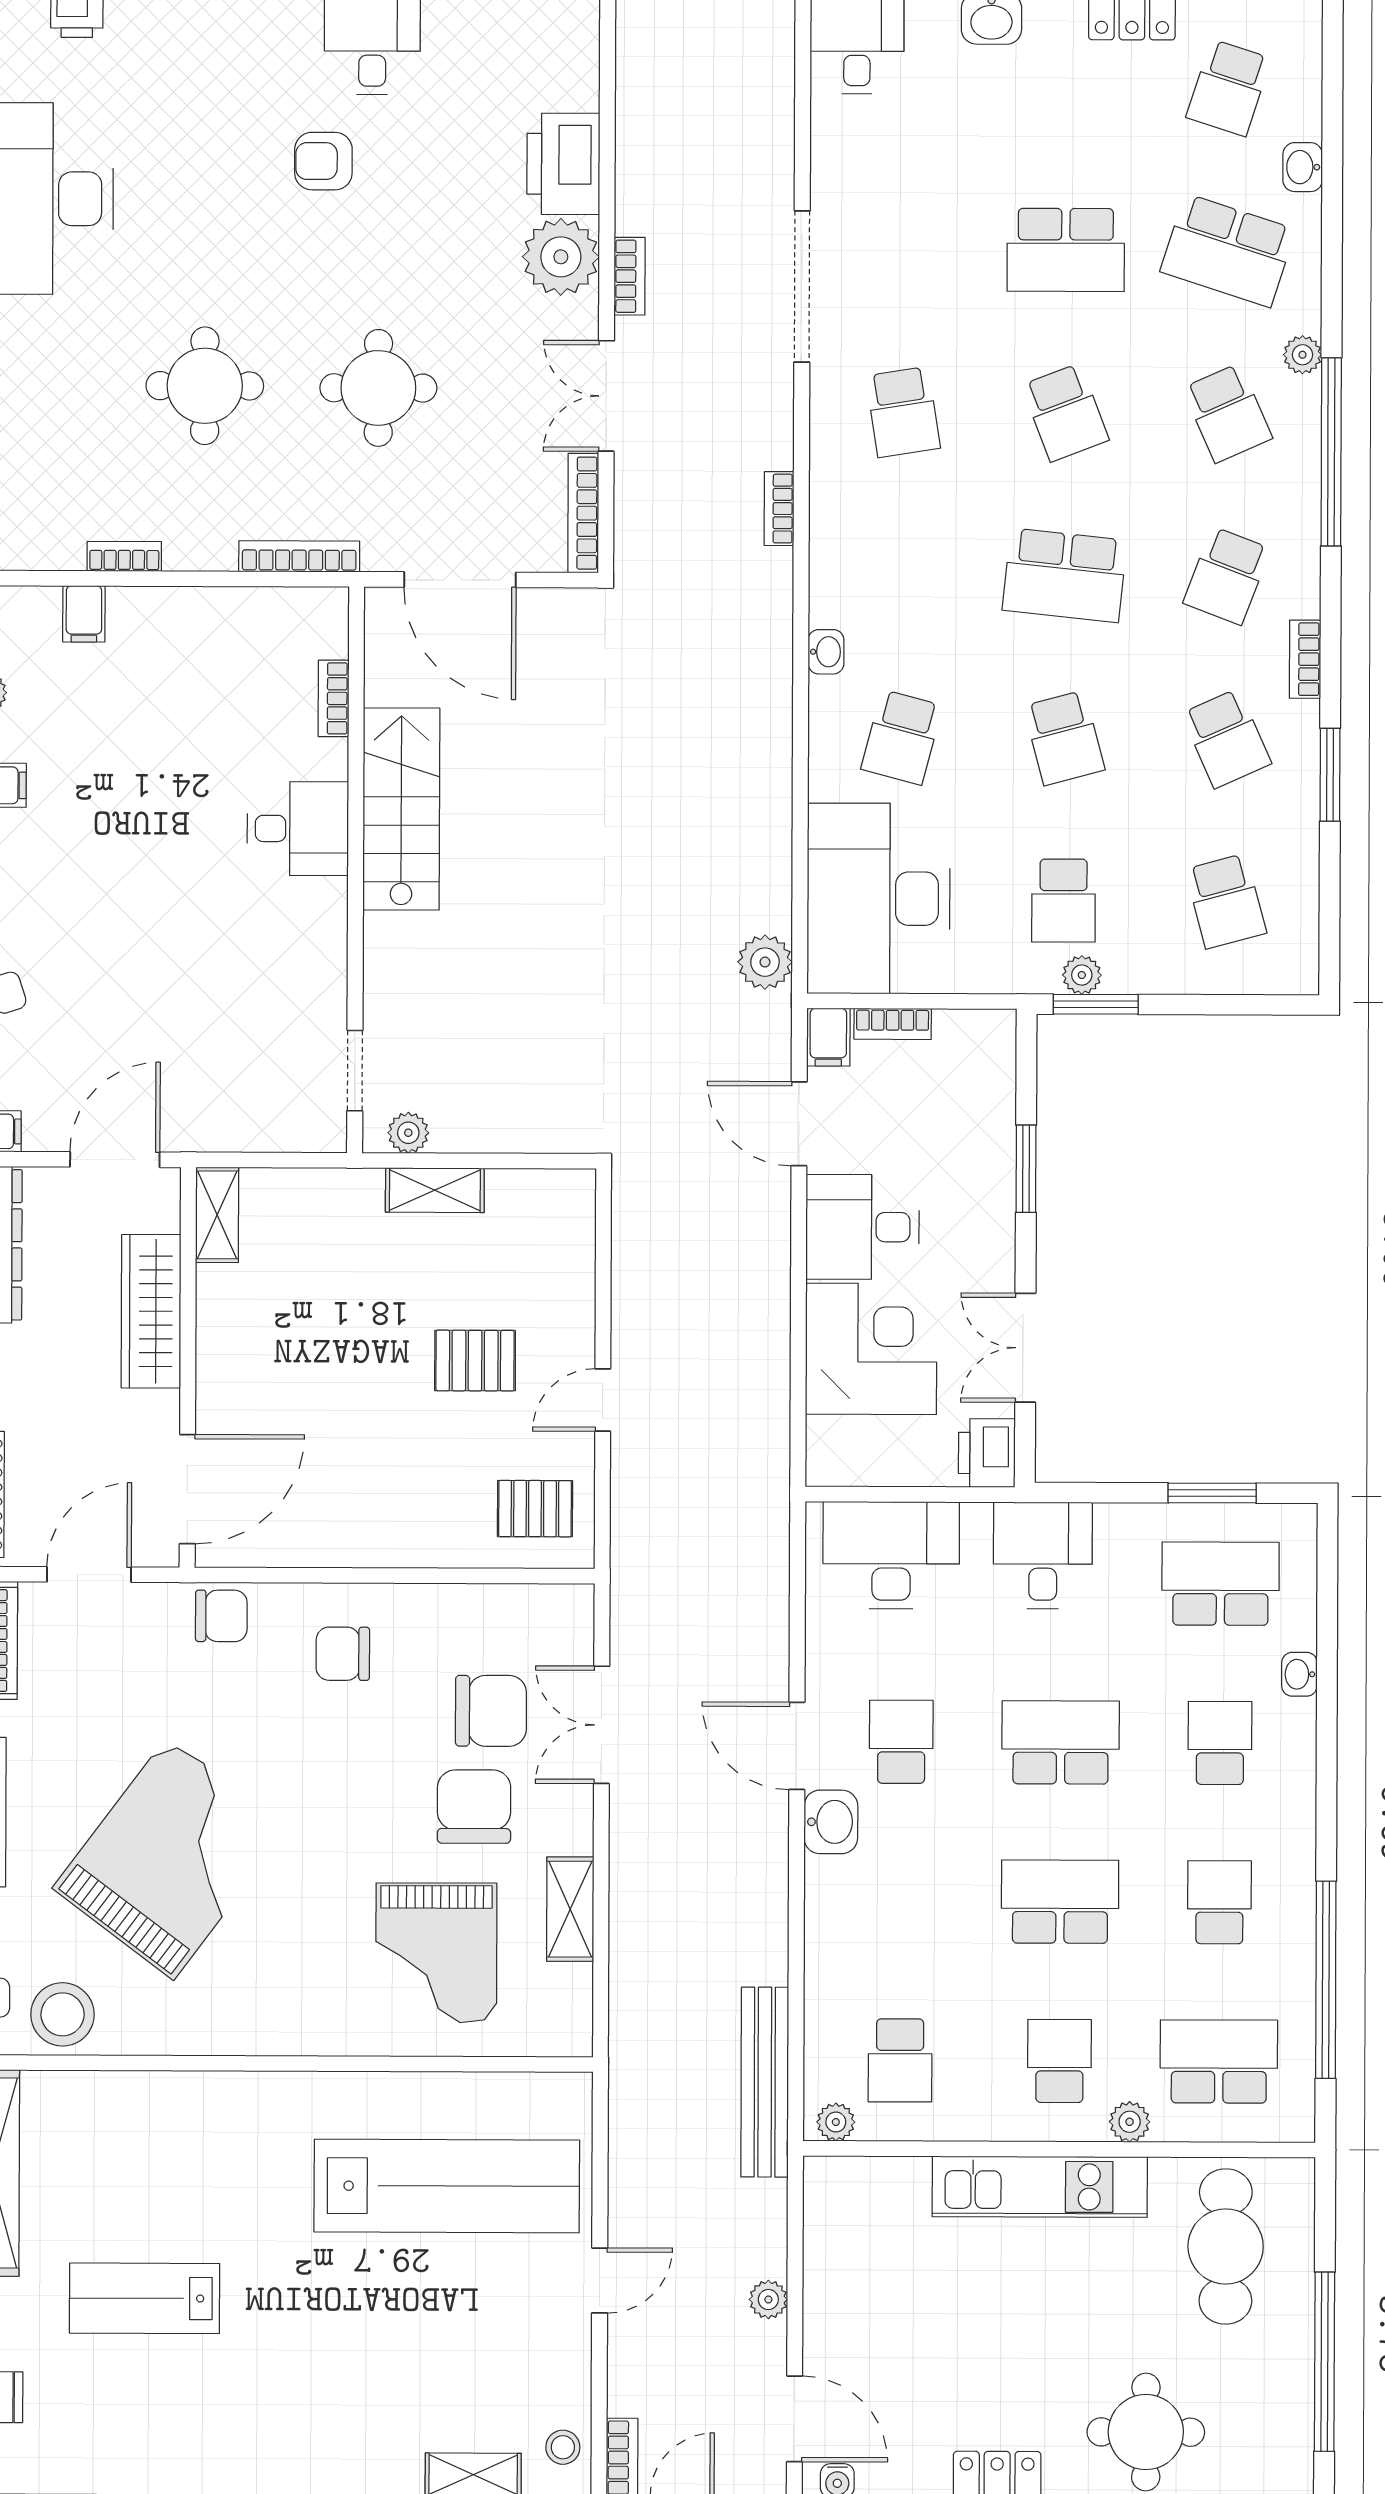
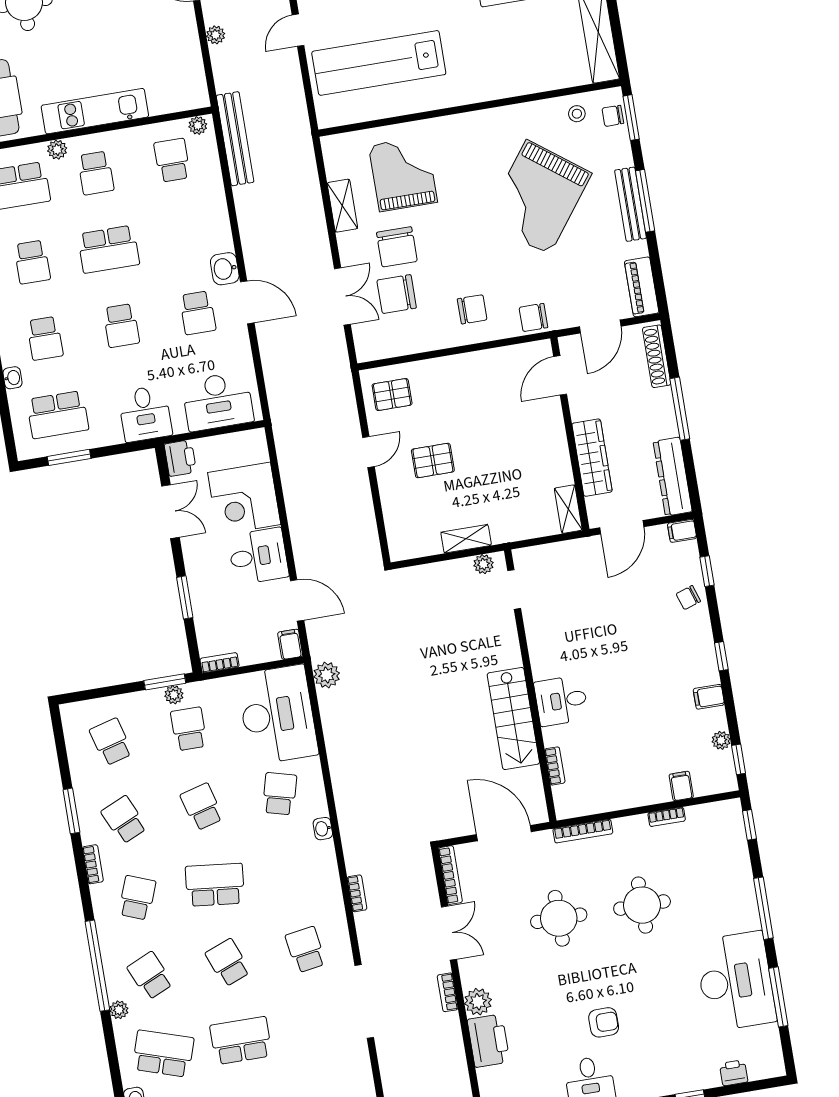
plant: (561, 257) -> (478, 1002), width x0.73, depth x0.73
bookcase: (893, 1024) -> (220, 663), moved
door: (187, 1489) -> (560, 375), width x0.73
school desk: (1061, 1742) -> (121, 326), width x0.54
stool: (63, 2014) -> (577, 114), width x0.53, depth x0.53

